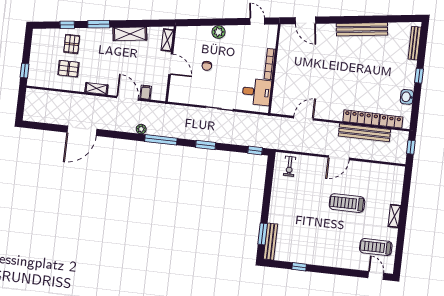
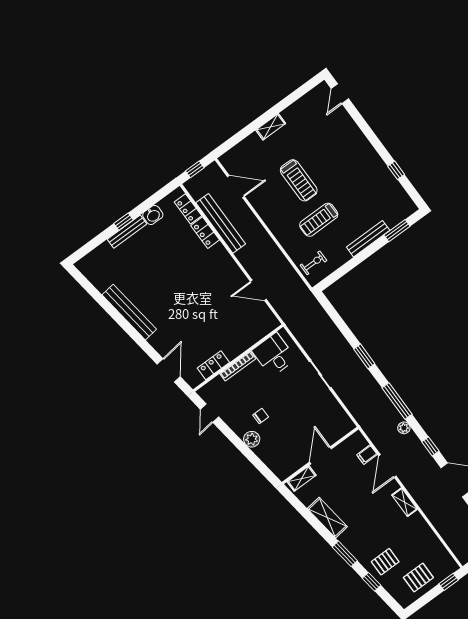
bench: (415, 43) -> (127, 232), moved
locker: (284, 50) -> (213, 365), added
chair: (207, 66) -> (261, 416), moved
pallet: (68, 69) -> (418, 578), moved, turned 90
locker: (361, 118) -> (205, 233), width x0.66
window: (255, 151) -> (430, 446), moved
door: (339, 158) -> (236, 187), moved
bench: (270, 242) -> (368, 239), moved
treadmill: (376, 247) -> (319, 220), moved, turned 90

